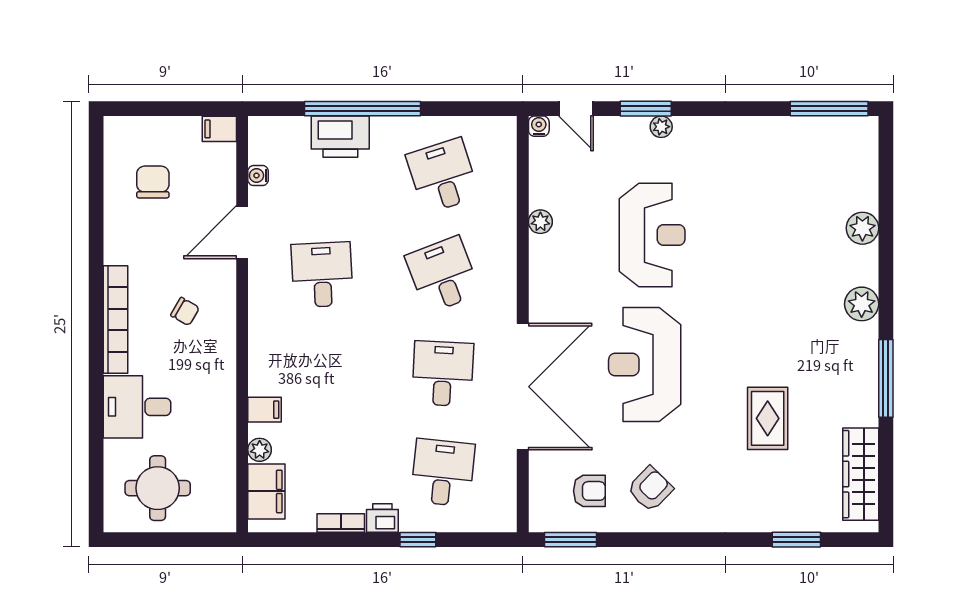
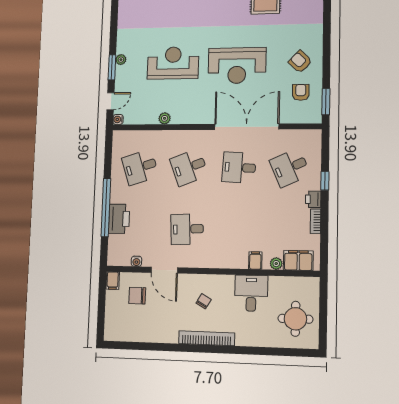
chair: (153, 182) -> (137, 296), moved
desk: (137, 407) -> (251, 293), moved, turned 180
desk: (443, 473) -> (290, 168), turned -30

